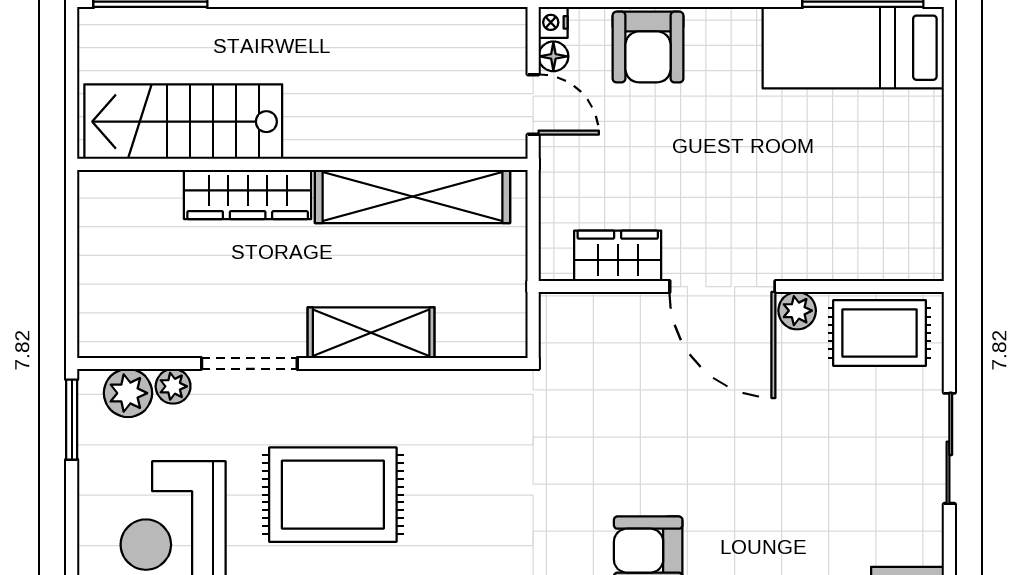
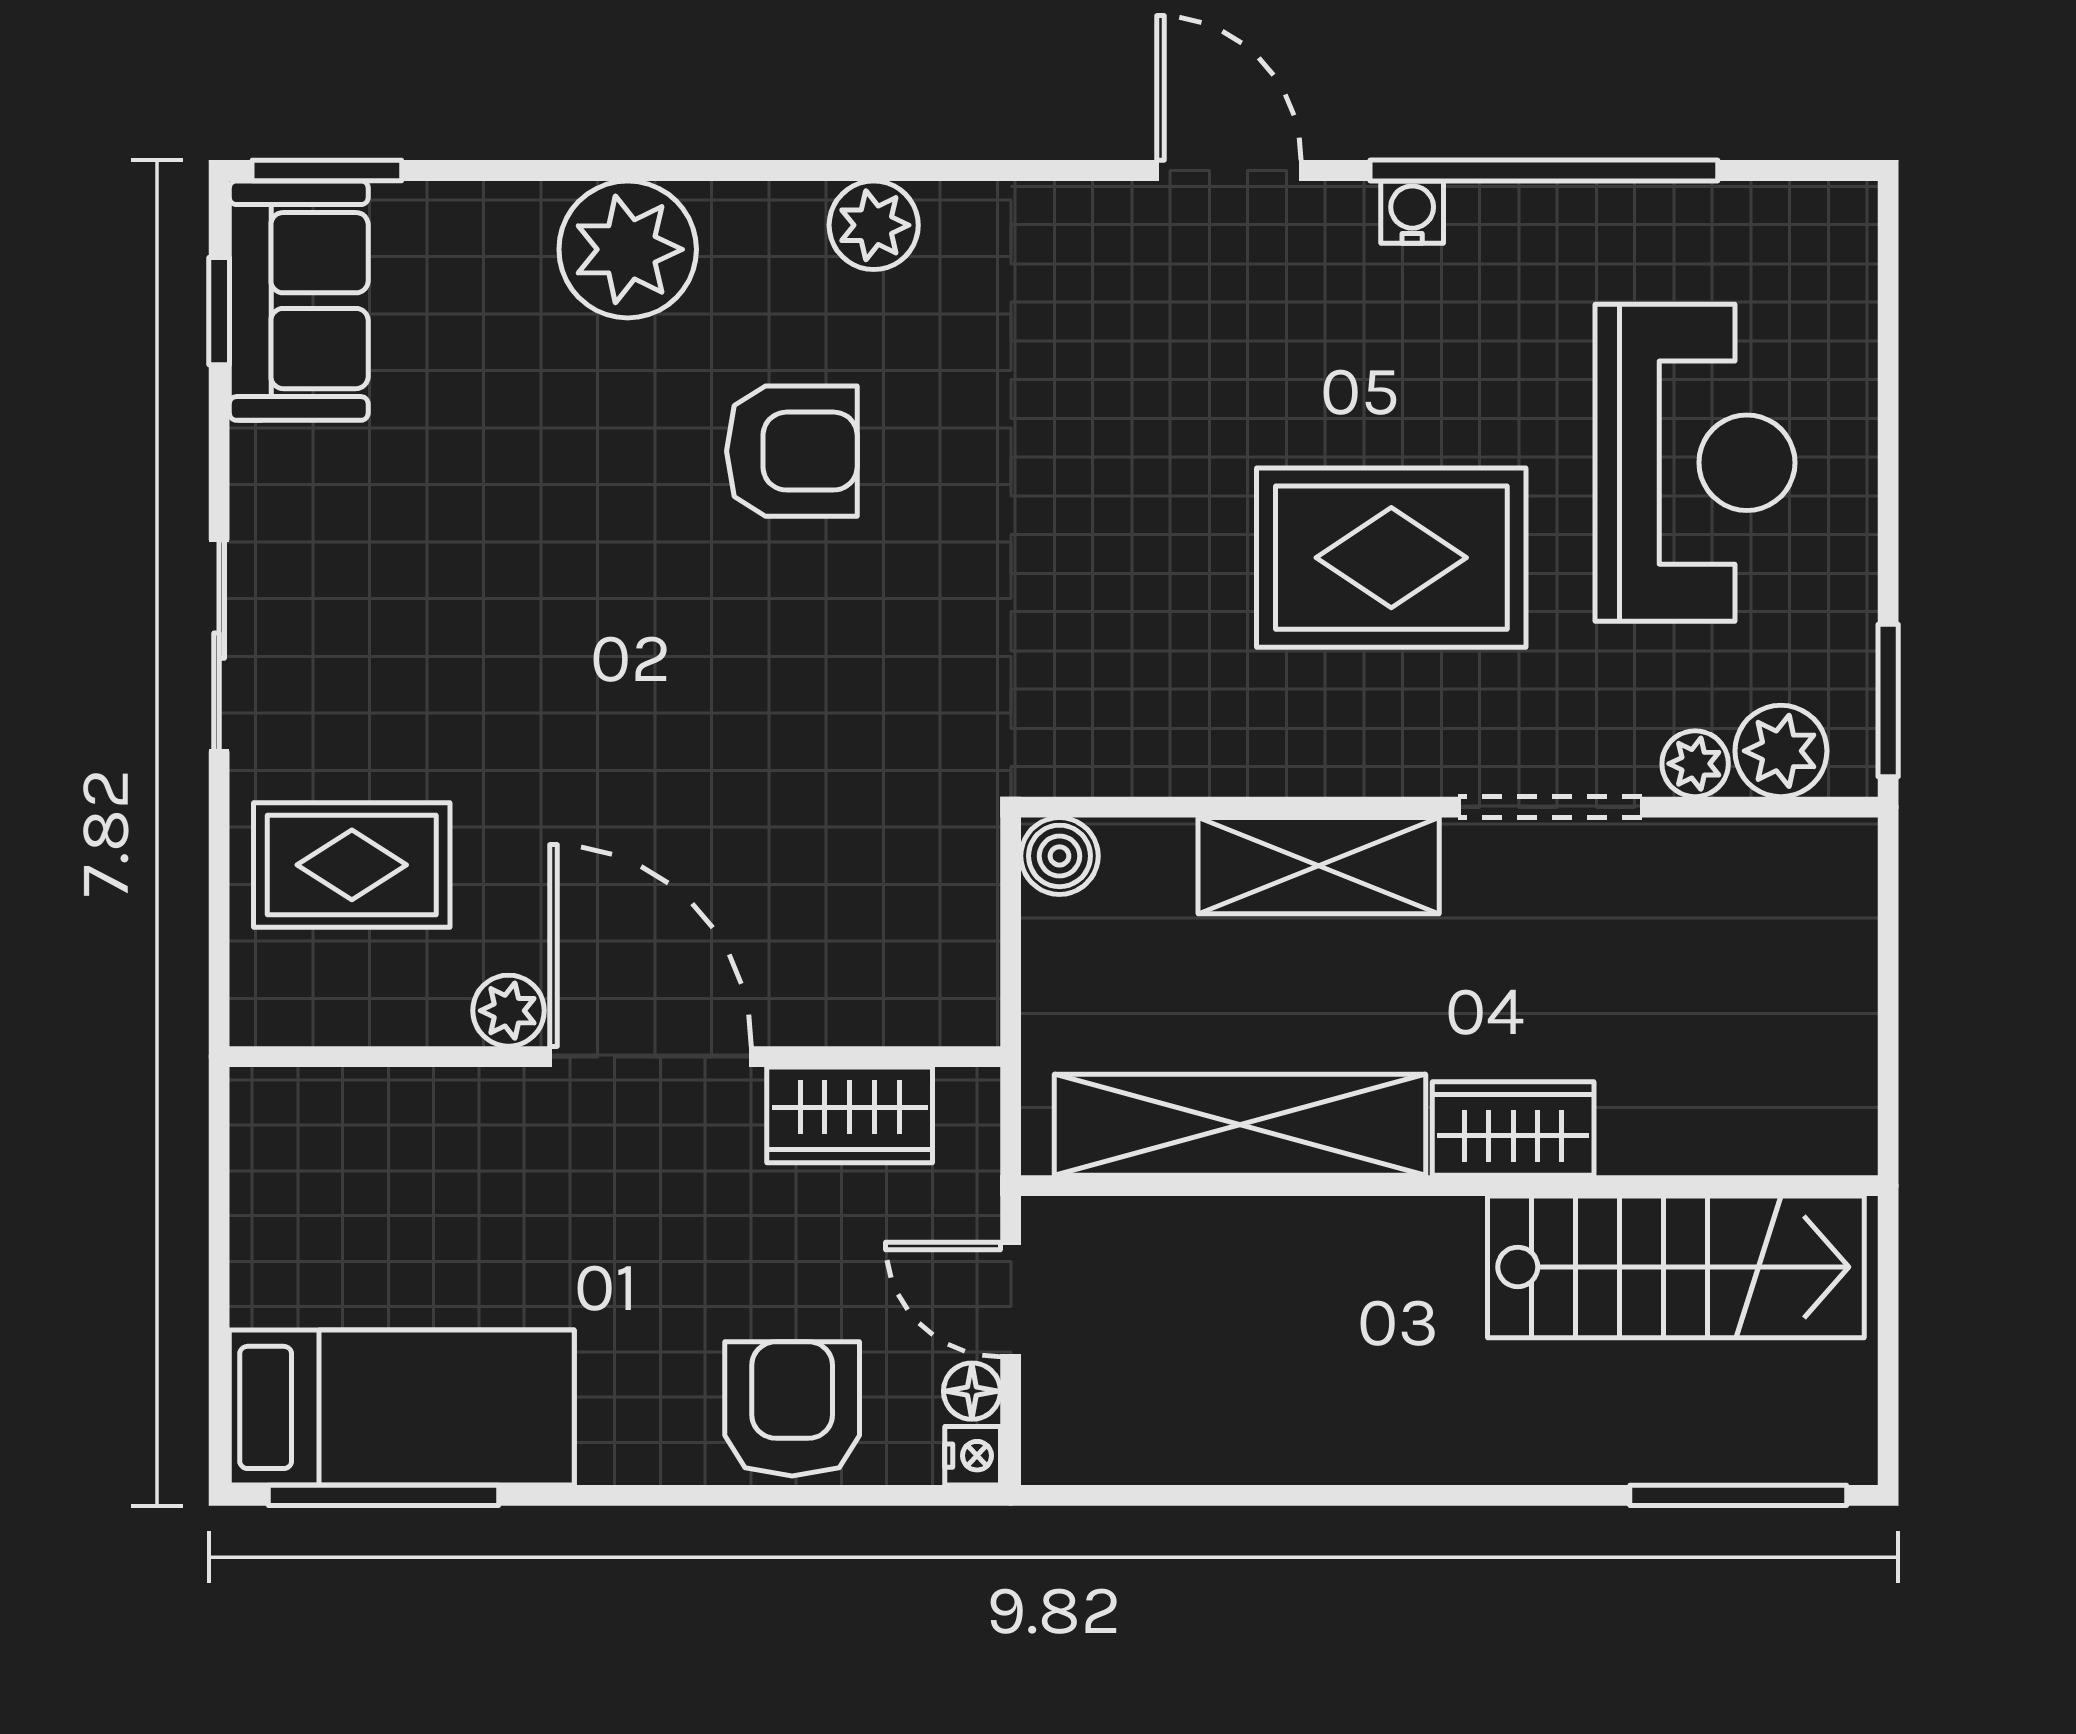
wardrobe: (248, 194) -> (1513, 1128), width x0.67
wardrobe: (618, 256) -> (850, 1115), moved
door: (722, 287) -> (650, 1057), moved
wall: (741, 287) -> (615, 1057), moved
plant: (797, 311) -> (509, 1011), moved
boiler: (507, 338) -> (1059, 856), added

